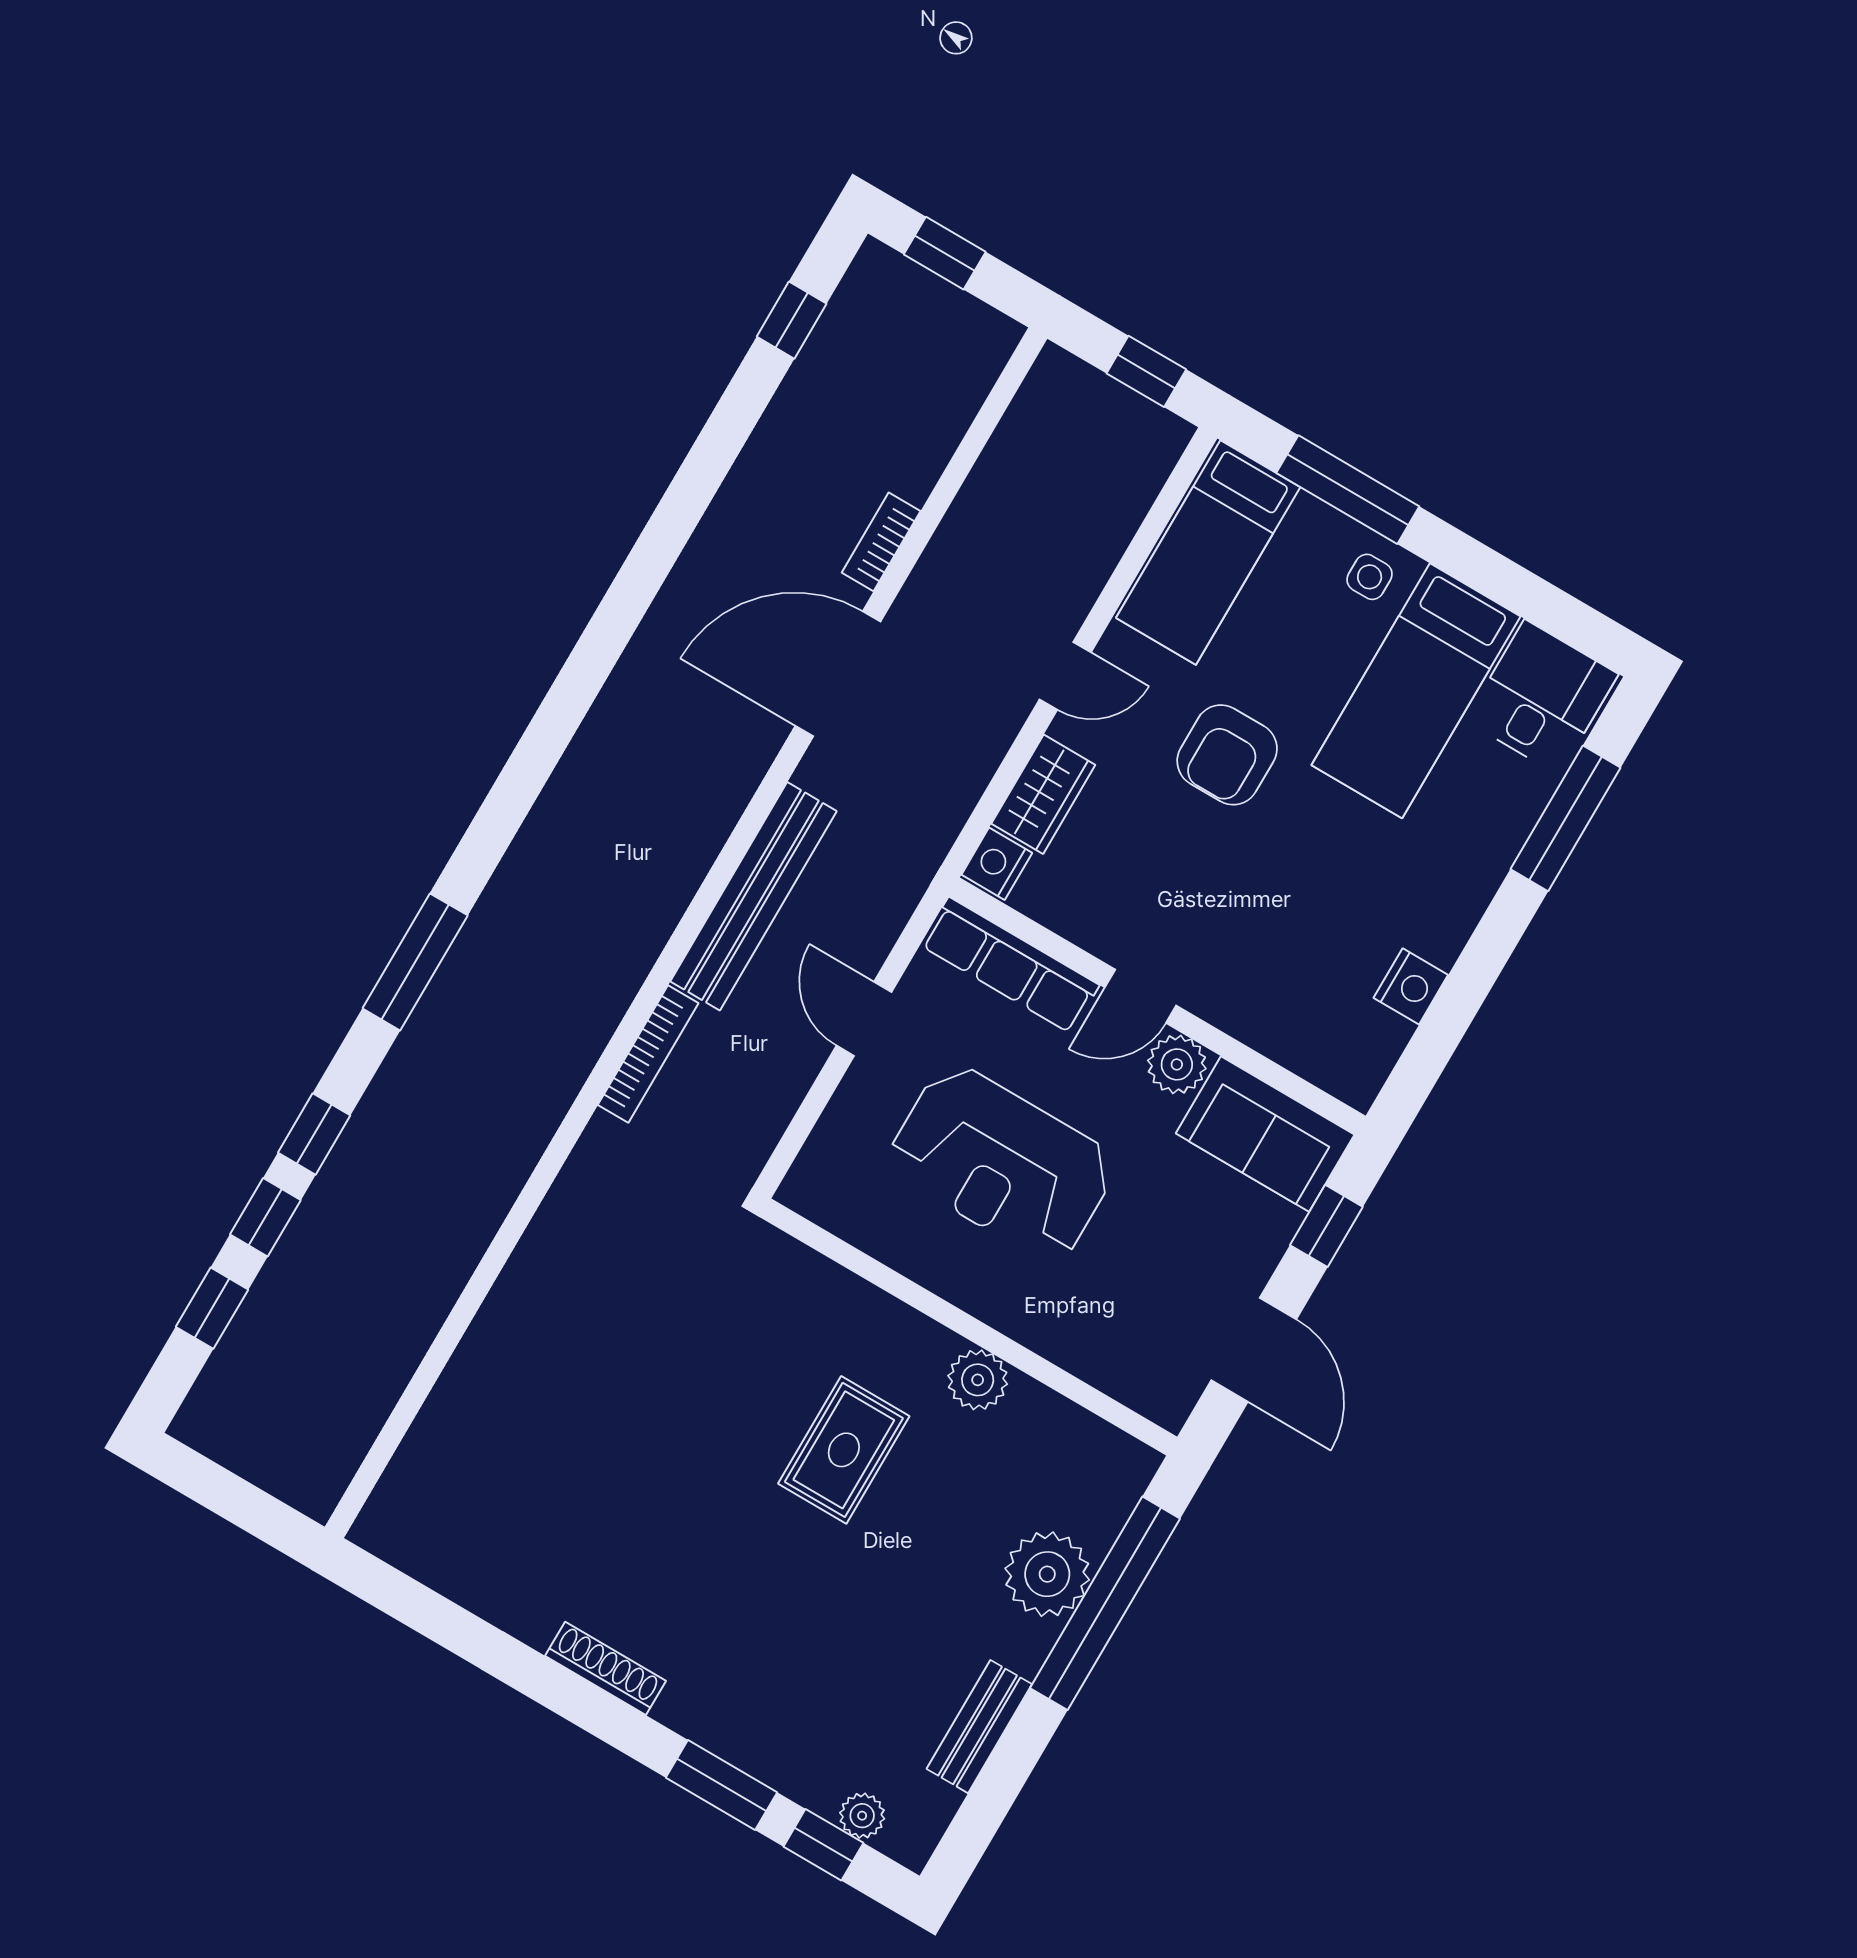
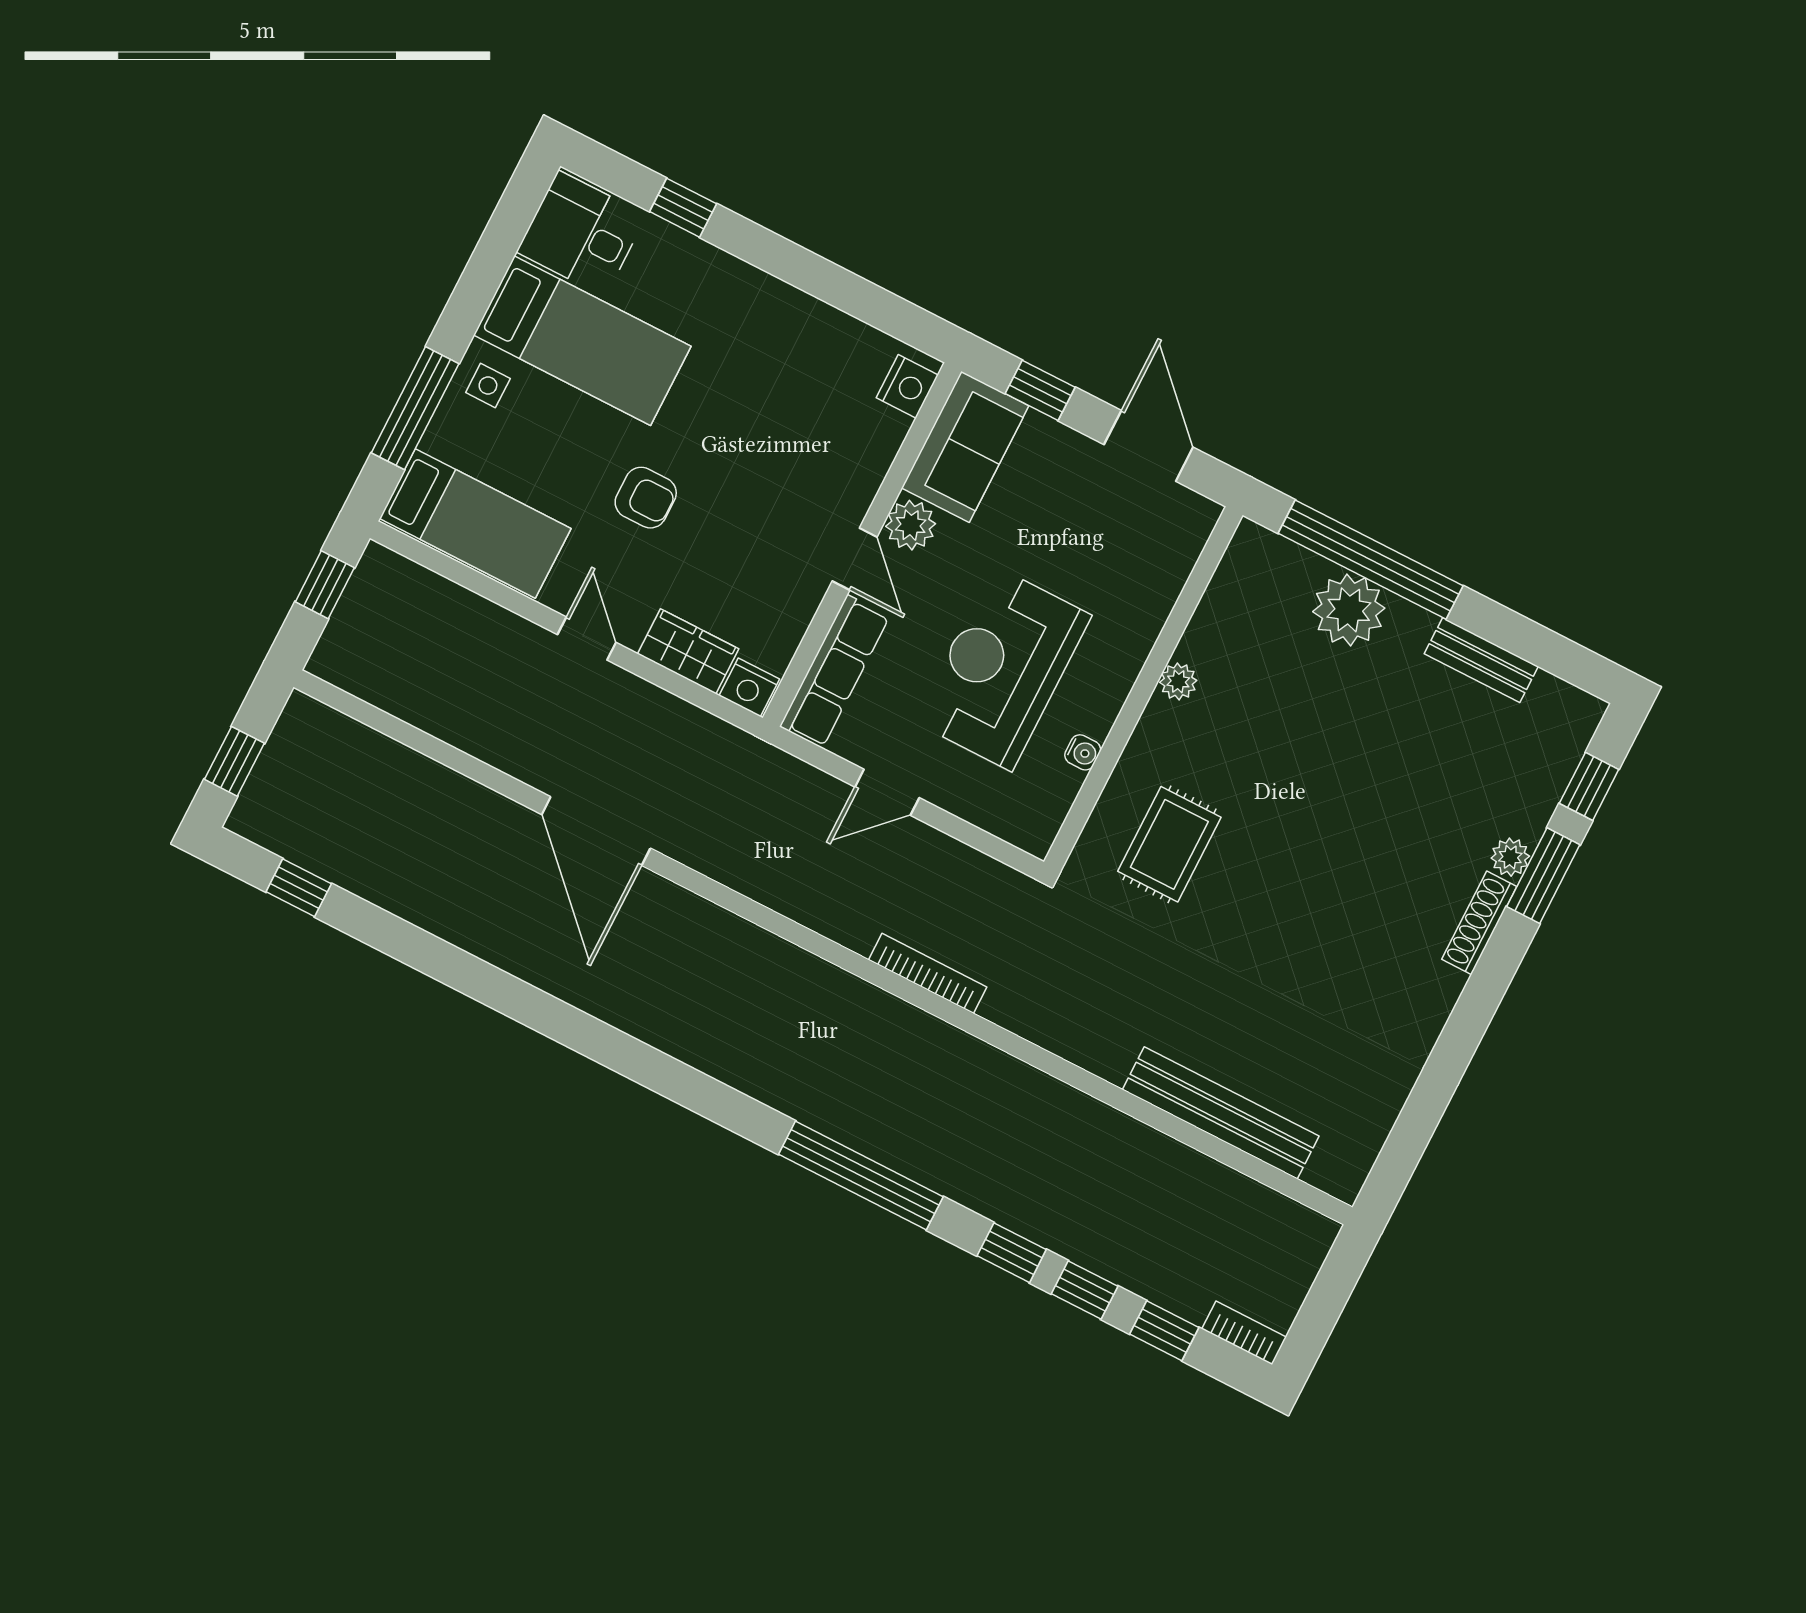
bookcase: (881, 542) -> (1244, 1333), moved, turned 180
armchair: (1227, 755) -> (646, 498), width x0.72, depth x0.72
window: (1565, 818) -> (683, 208), width x0.46
bench: (754, 896) -> (1221, 1113), moved
window: (415, 962) -> (861, 1176), width x1.46
nightstand: (1411, 986) -> (907, 386), moved, turned 90
reception desk: (1002, 1163) -> (1003, 668), turned 180
water cooler: (898, 1251) -> (1083, 752), added
door: (1254, 1350) -> (1149, 446), hinge flipped
plant: (978, 1380) -> (1178, 681), width x0.73, depth x0.73
rug: (844, 1450) -> (1169, 844), moved, turned 90
shoe rack: (606, 1668) -> (1479, 923), moved
plant: (862, 1816) -> (1510, 857), moved

